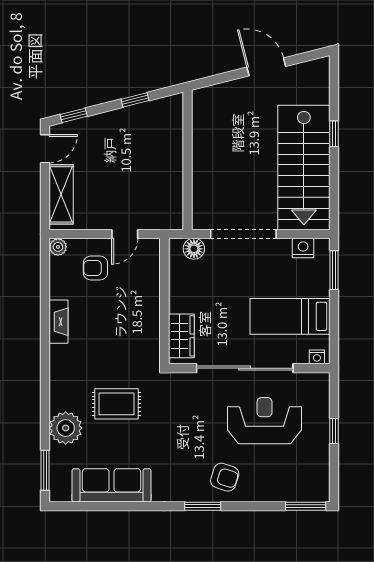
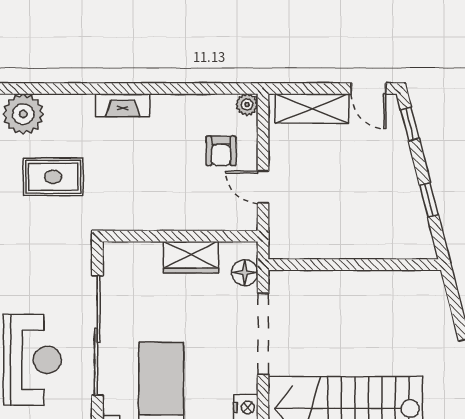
armchair: (95, 268) -> (221, 151), turned 180
fireplace: (58, 322) -> (123, 105), moved
wardrobe: (181, 336) -> (191, 257), moved
rug: (116, 404) -> (53, 177), turned 90

